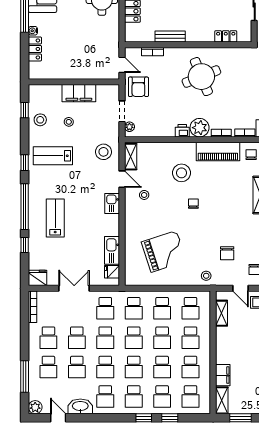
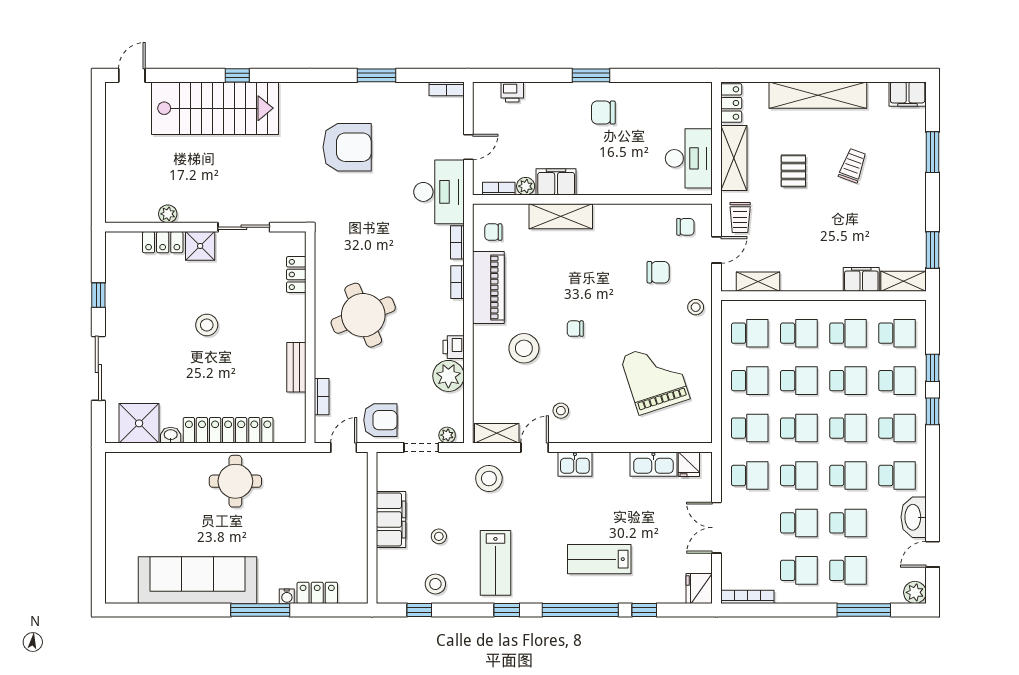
plant: (200, 128) -> (448, 376), moved

